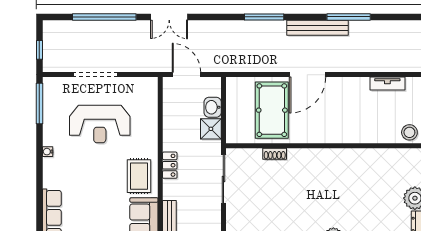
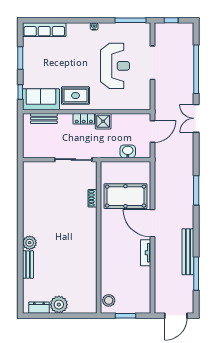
window: (349, 17) -> (196, 274), moved
bench: (317, 28) -> (188, 252), moved
tv unit: (387, 84) -> (146, 253), moved
reception desk: (100, 124) -> (115, 66), turned 180
shower: (211, 129) -> (103, 121), moved

